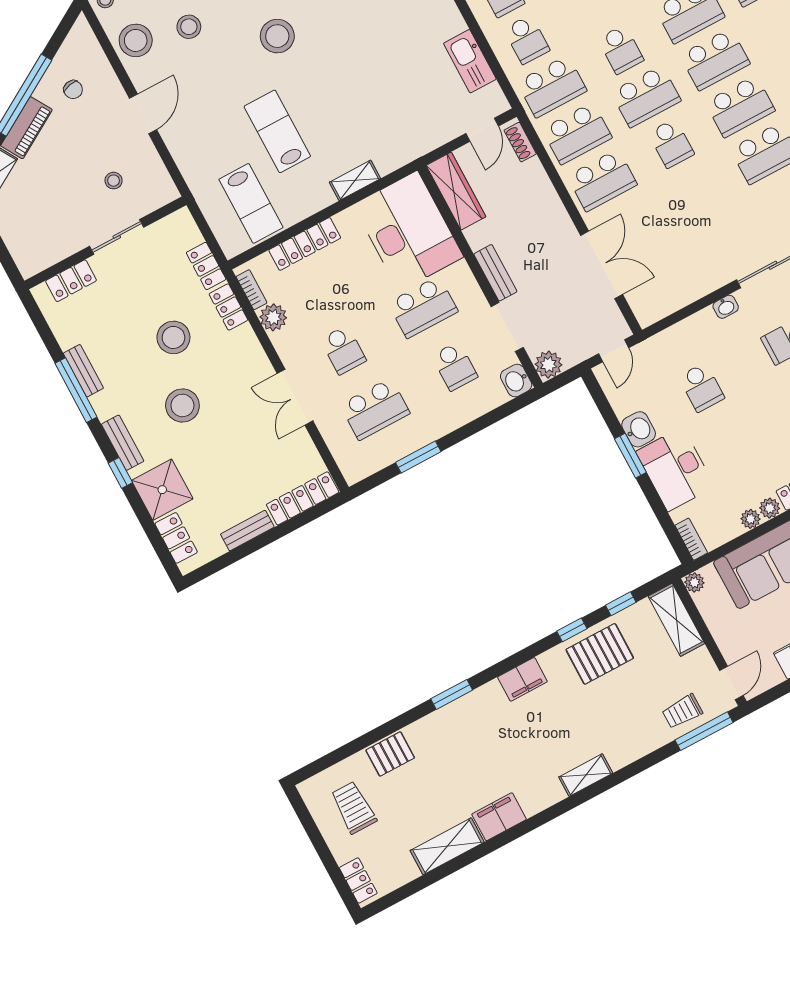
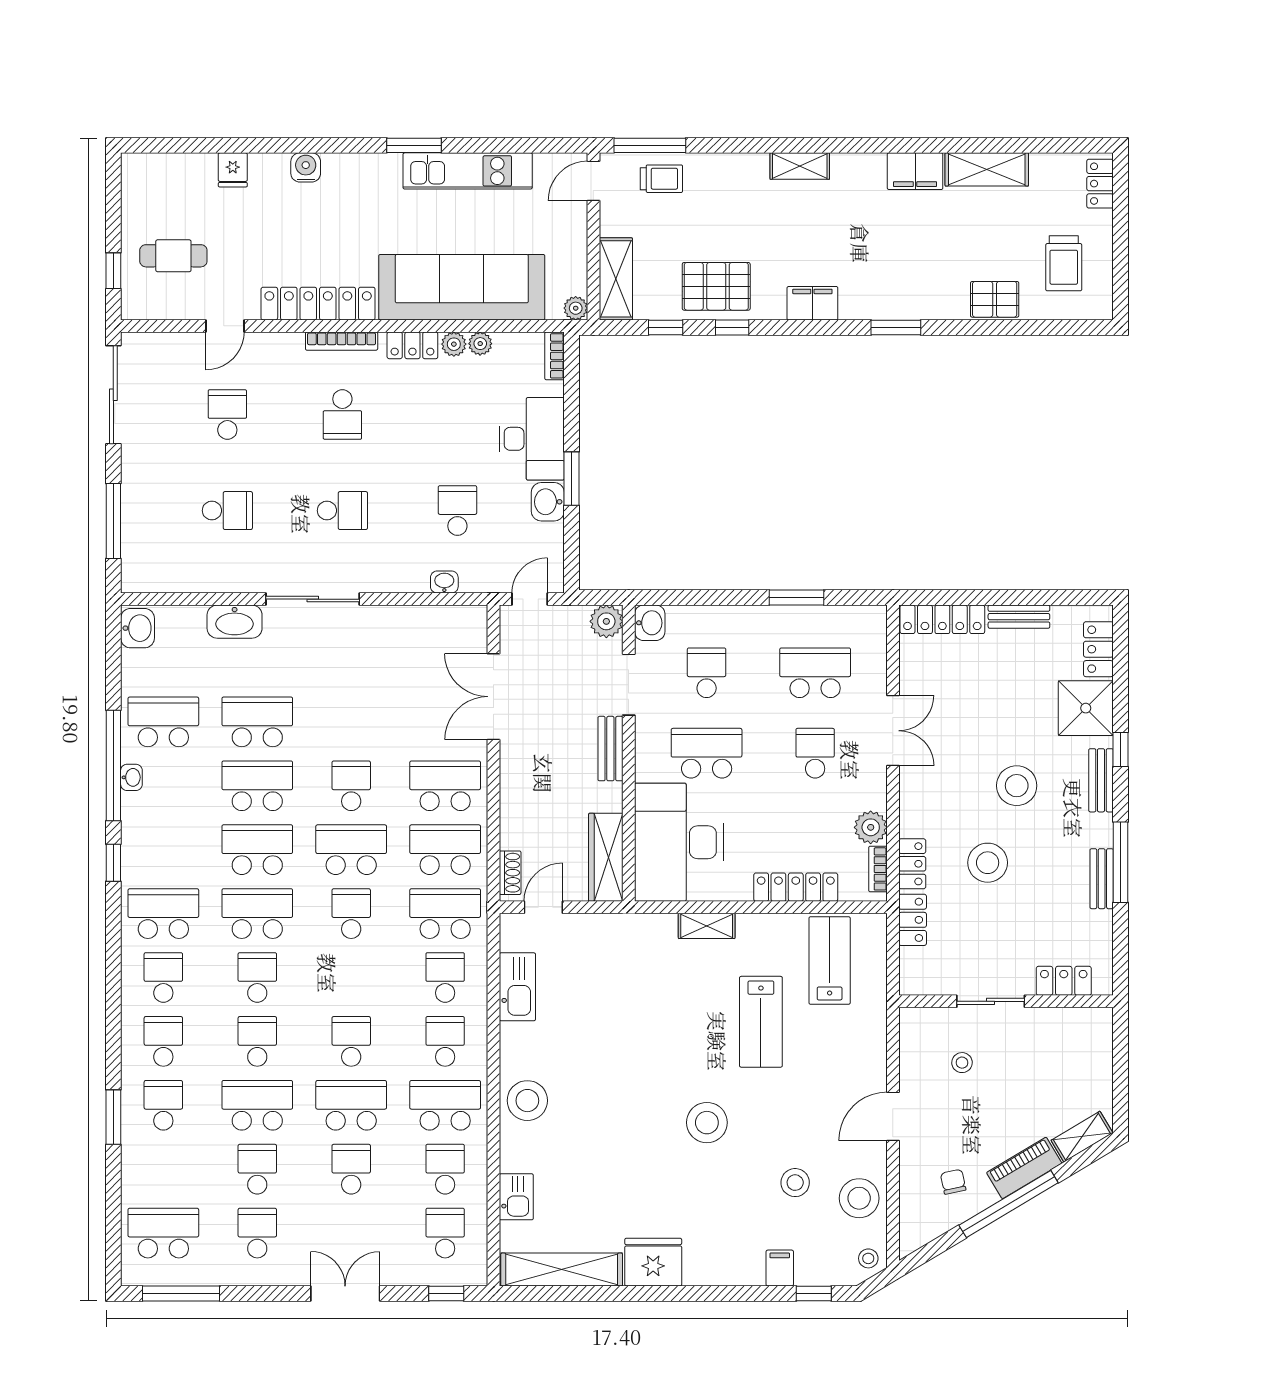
washbasin: (726, 307) -> (444, 582), moved

